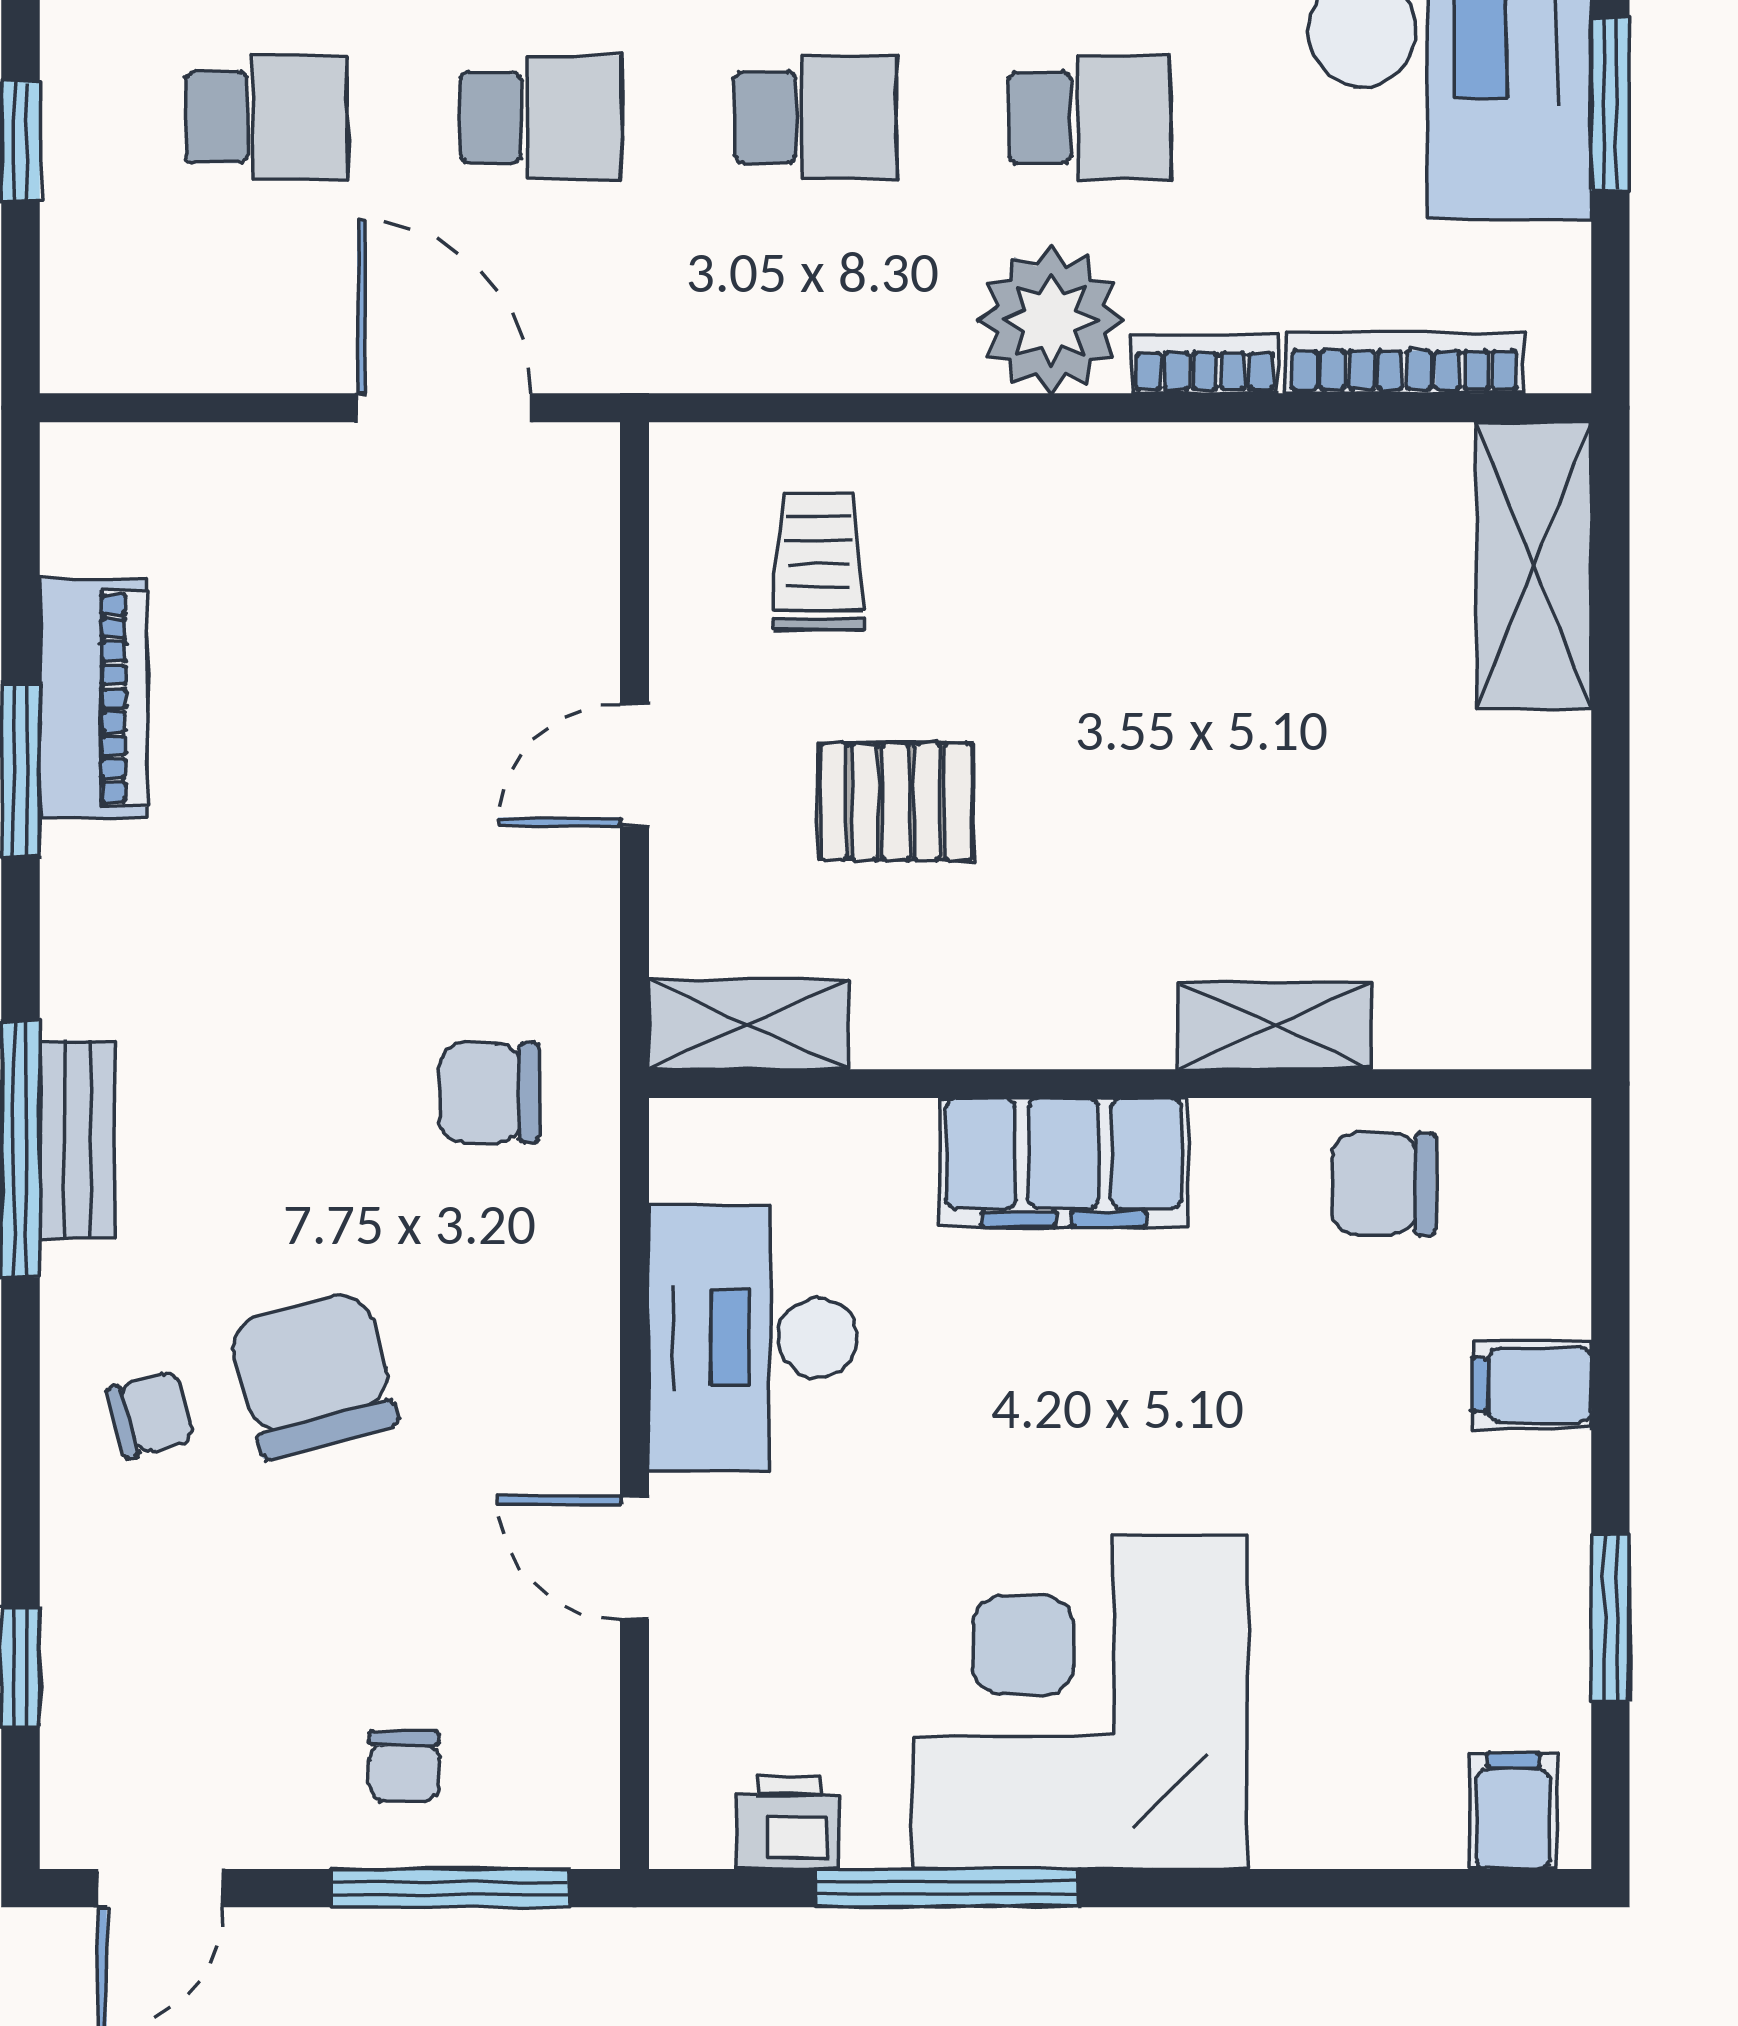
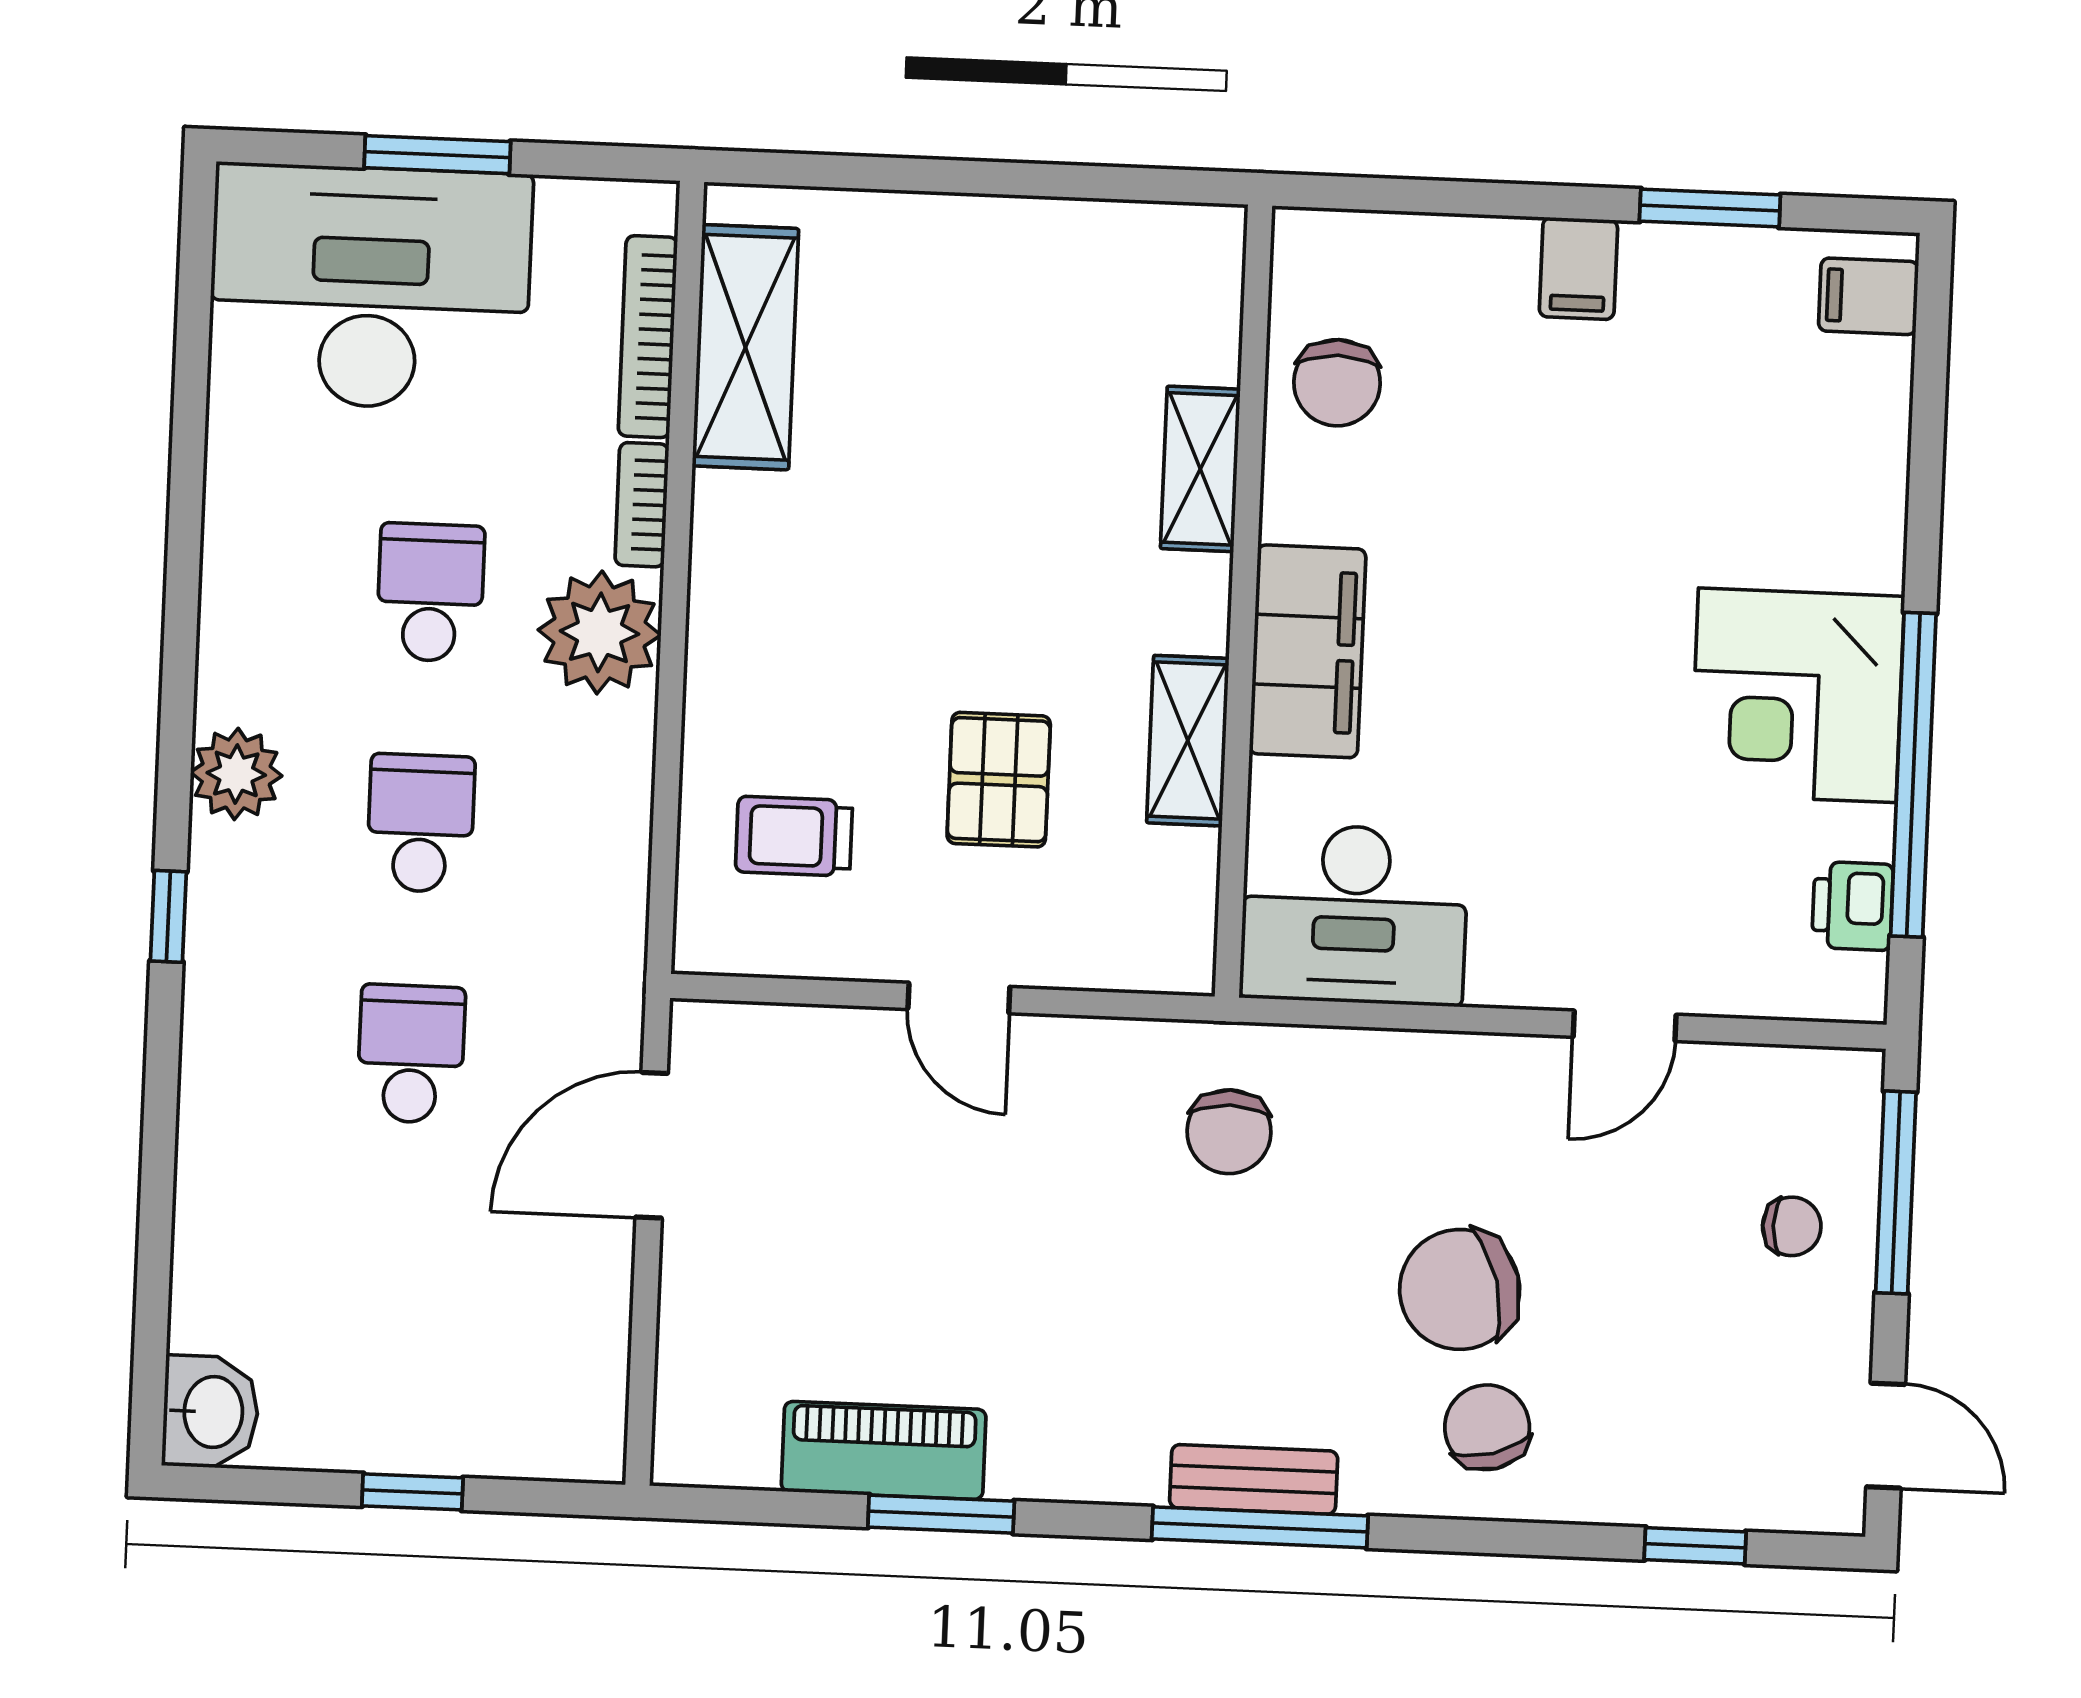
school desk: (266, 117) -> (401, 1284), removed
shelving: (1534, 566) -> (745, 347), moved, turned 90
shelving: (748, 1025) -> (1188, 741), moved
desk: (753, 1337) -> (1354, 915), moved
filing cabinet: (1532, 1385) -> (1578, 268), moved
chair: (151, 1414) -> (1487, 1427), width x1.37, depth x1.37
corner desk: (1080, 1702) -> (1797, 695), width x0.74, depth x0.74
window: (947, 1888) -> (1913, 775), width x1.46

